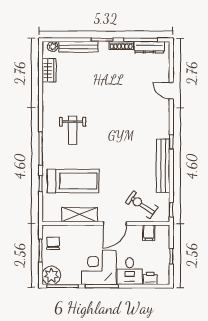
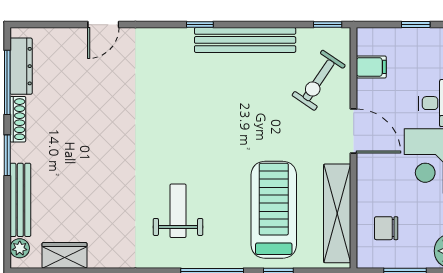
weight bench: (73, 130) -> (178, 211), turned -90
shelving: (80, 215) -> (337, 213), width x1.47
chair: (53, 243) -> (386, 228), moved

